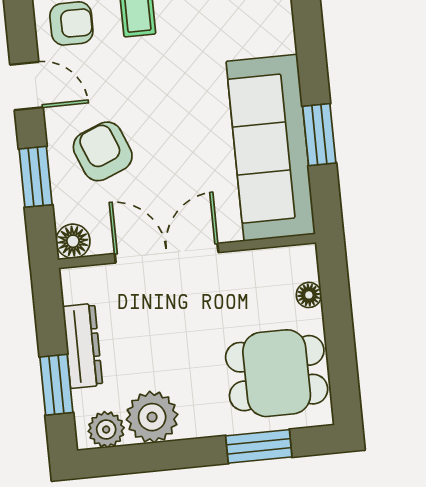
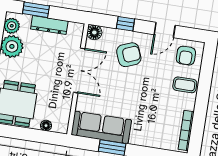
sofa: (271, 148) -> (101, 127), width x0.74, depth x0.79
window: (36, 177) -> (125, 24), width x0.67

